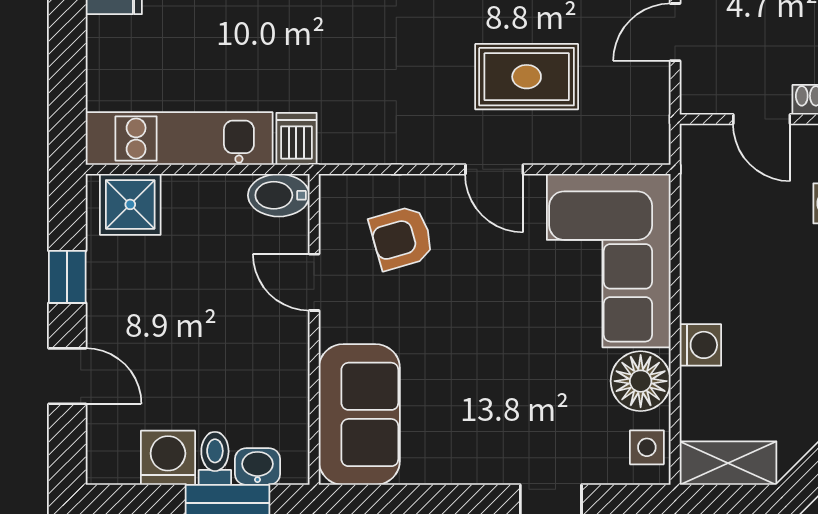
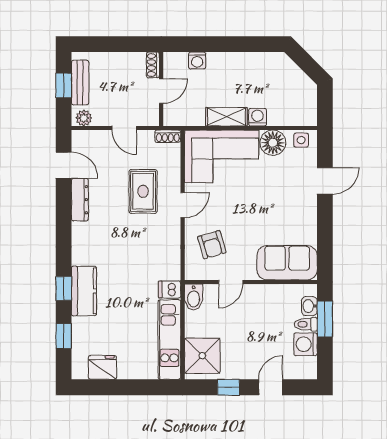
shoe rack: (656, 135) -> (168, 136), added
shower: (130, 204) -> (202, 356), width x1.36, depth x1.36
shelving: (728, 463) -> (226, 117), moved, turned 90

